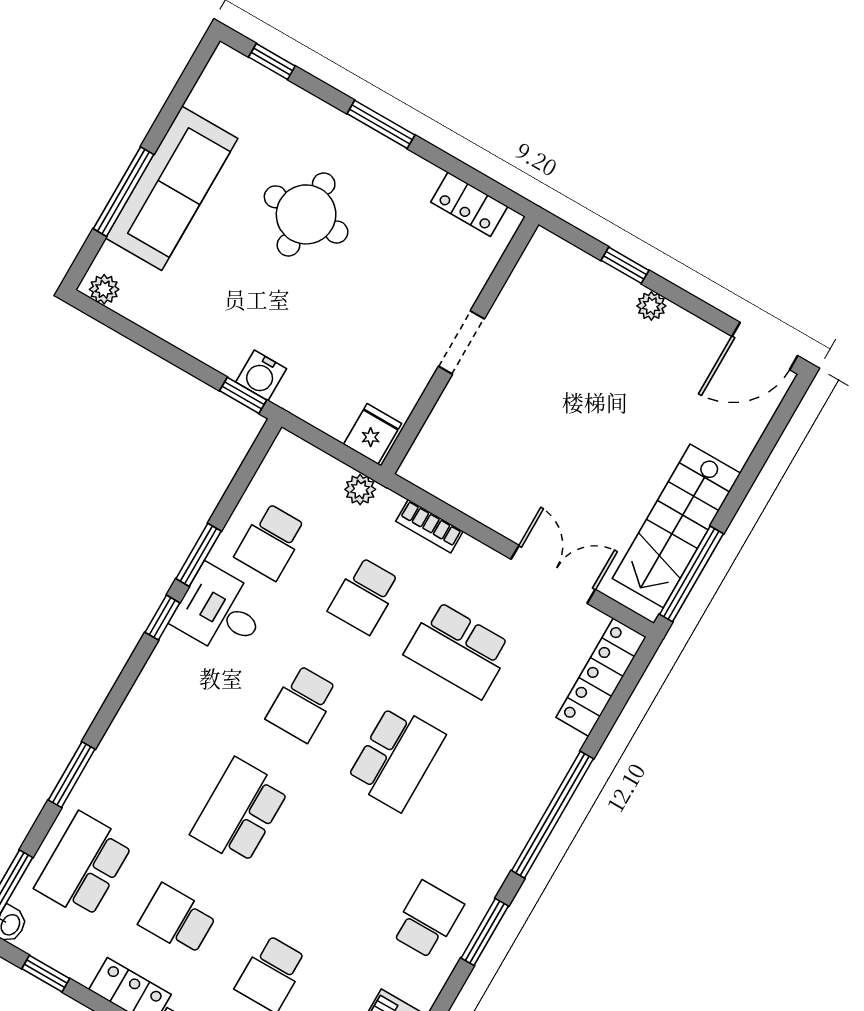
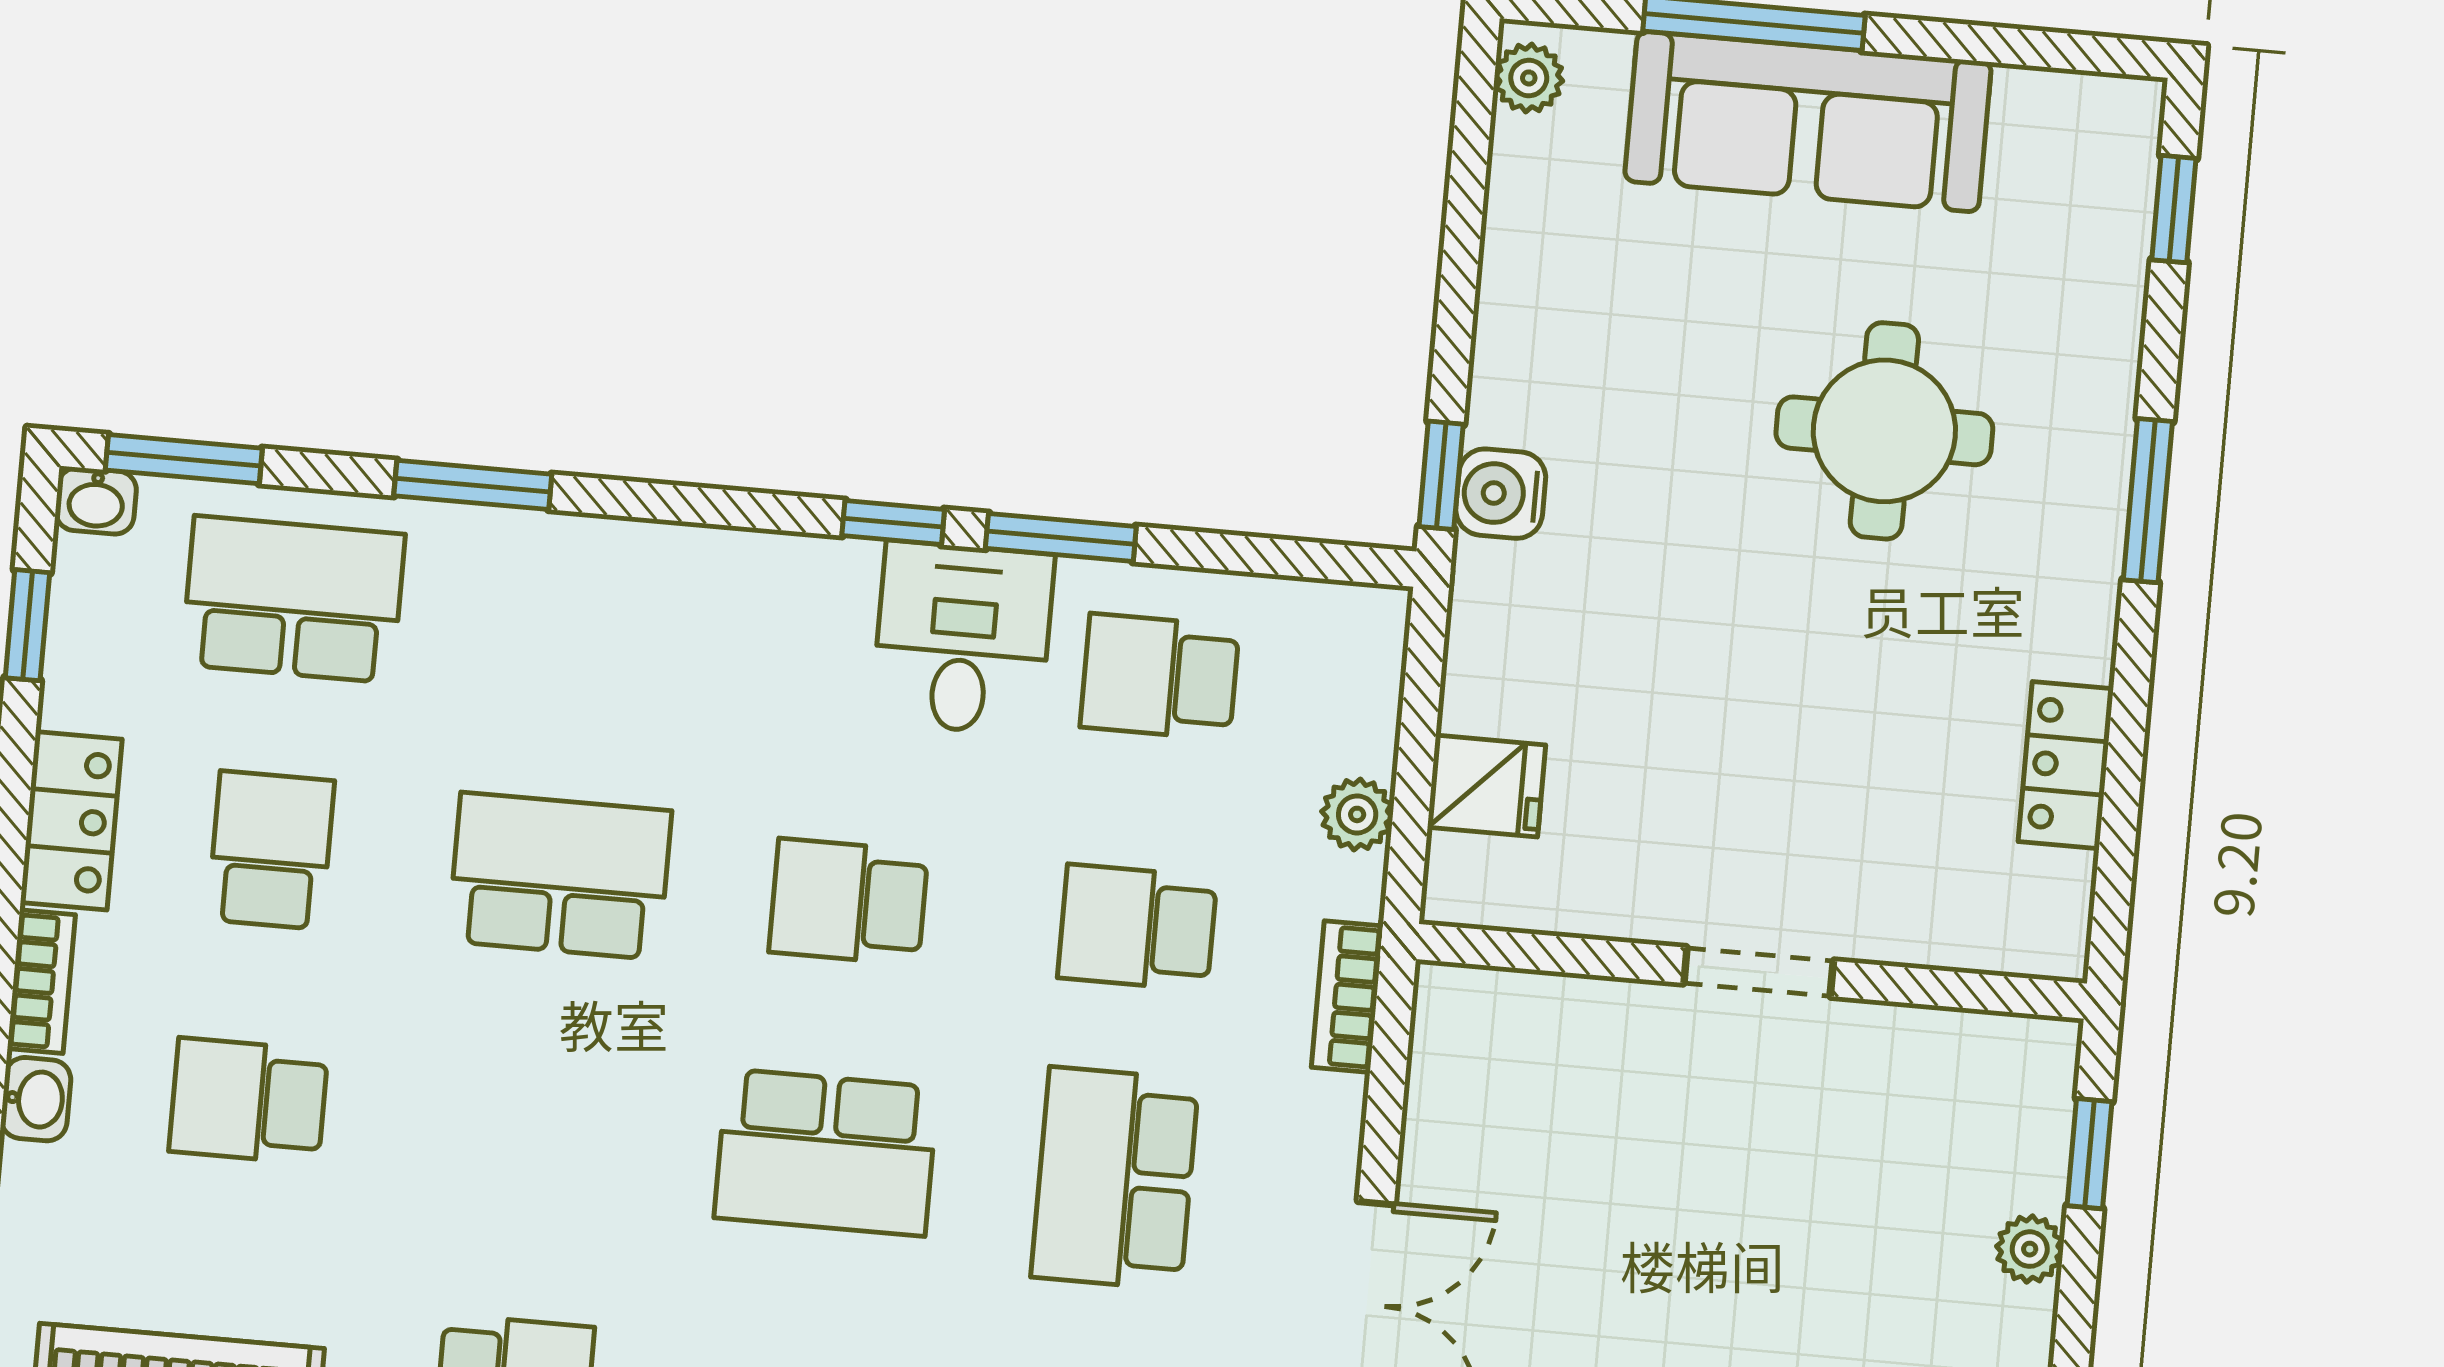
doorway: (461, 342) -> (1759, 972), moved
wall: (460, 345) -> (1751, 971), moved

